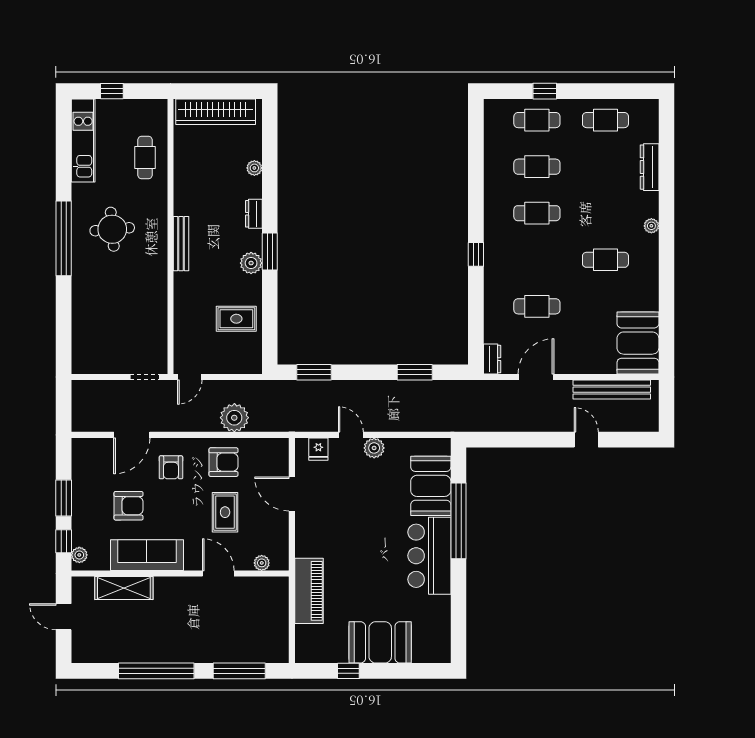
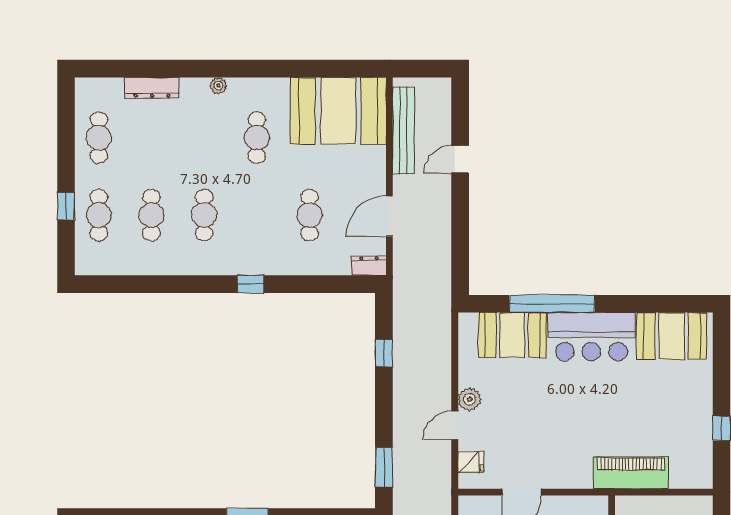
booth: (638, 343) -> (338, 111), width x1.36, depth x1.42
window: (415, 372) -> (384, 353), width x0.67
door: (536, 377) -> (389, 216), hinge flipped
booth: (380, 642) -> (672, 336), moved, turned 90

